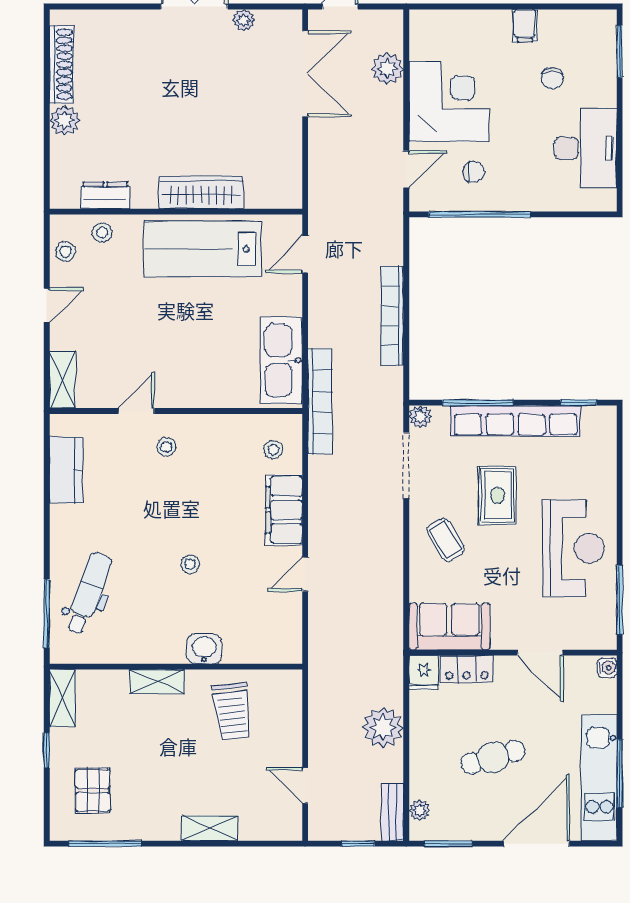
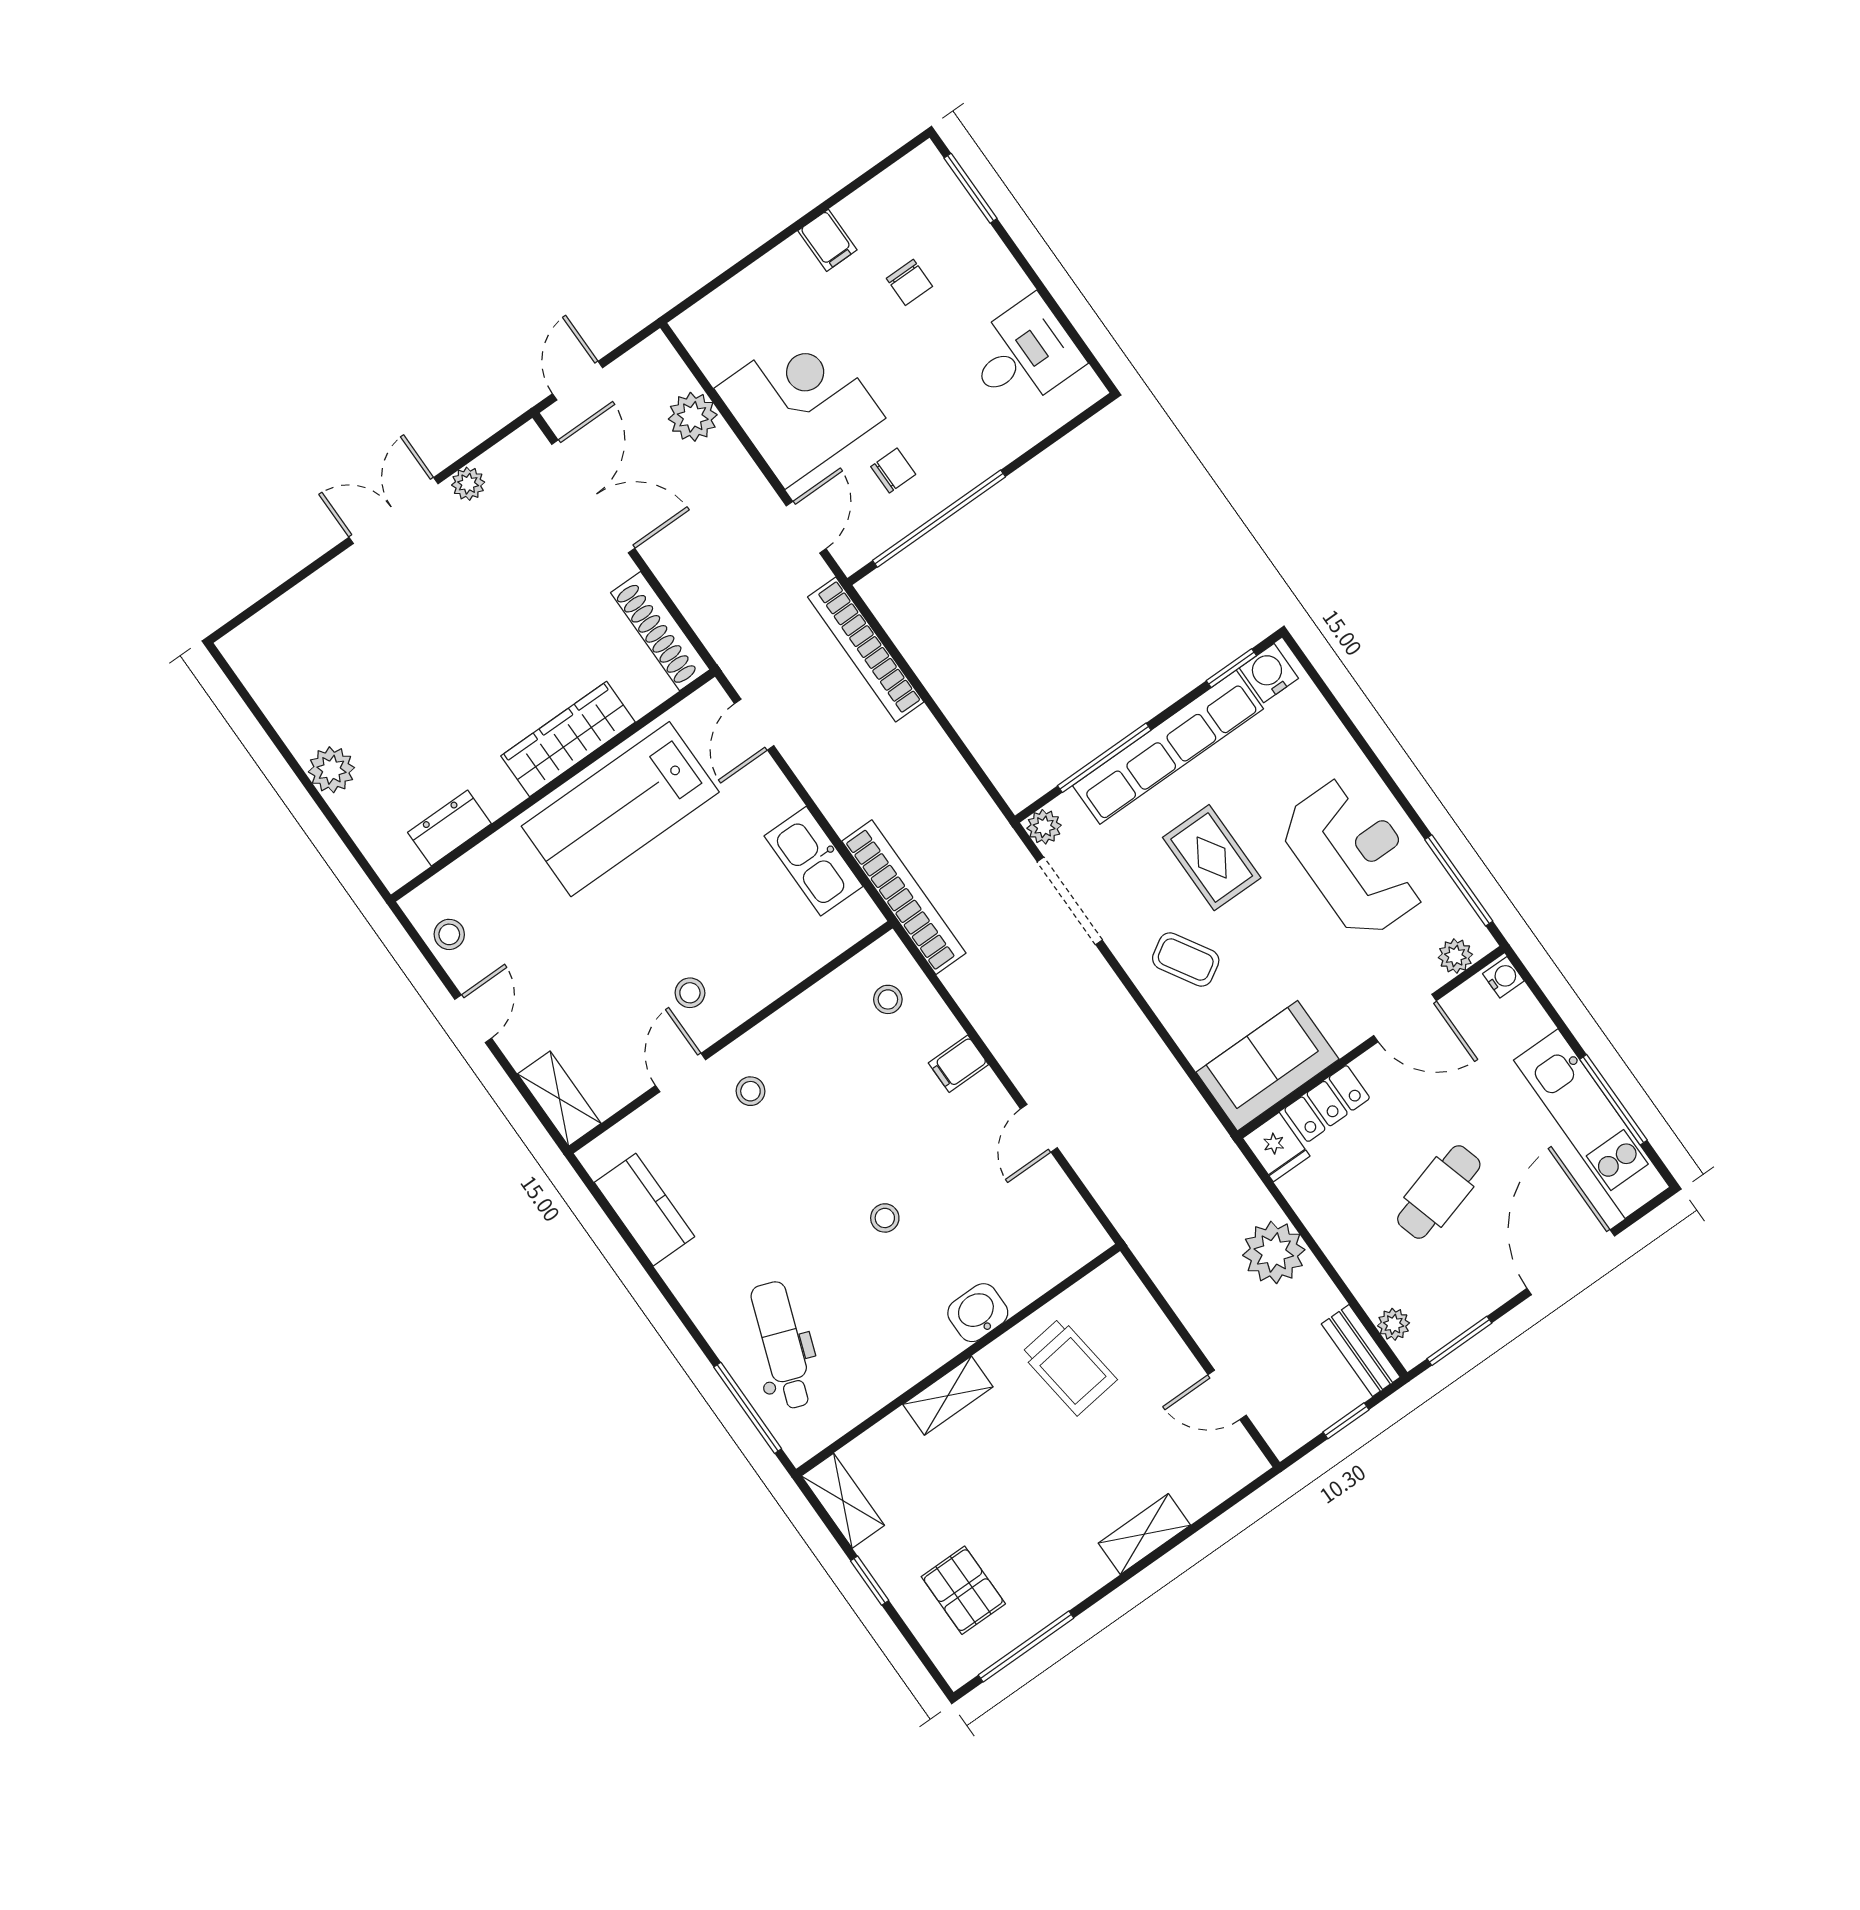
shoe rack: (62, 64) -> (660, 631), moved, turned 180
desk: (586, 148) -> (1023, 354), width x0.73
stool: (102, 233) -> (690, 993), moved
bookcase: (392, 316) -> (866, 649), moved
kitchen sink: (281, 360) -> (813, 861), width x0.73, depth x0.81
water cooler: (597, 419) -> (1269, 673), added
filing cabinet: (284, 510) -> (958, 1064), width x0.33, depth x0.86
plant: (590, 638) -> (1455, 956), added

